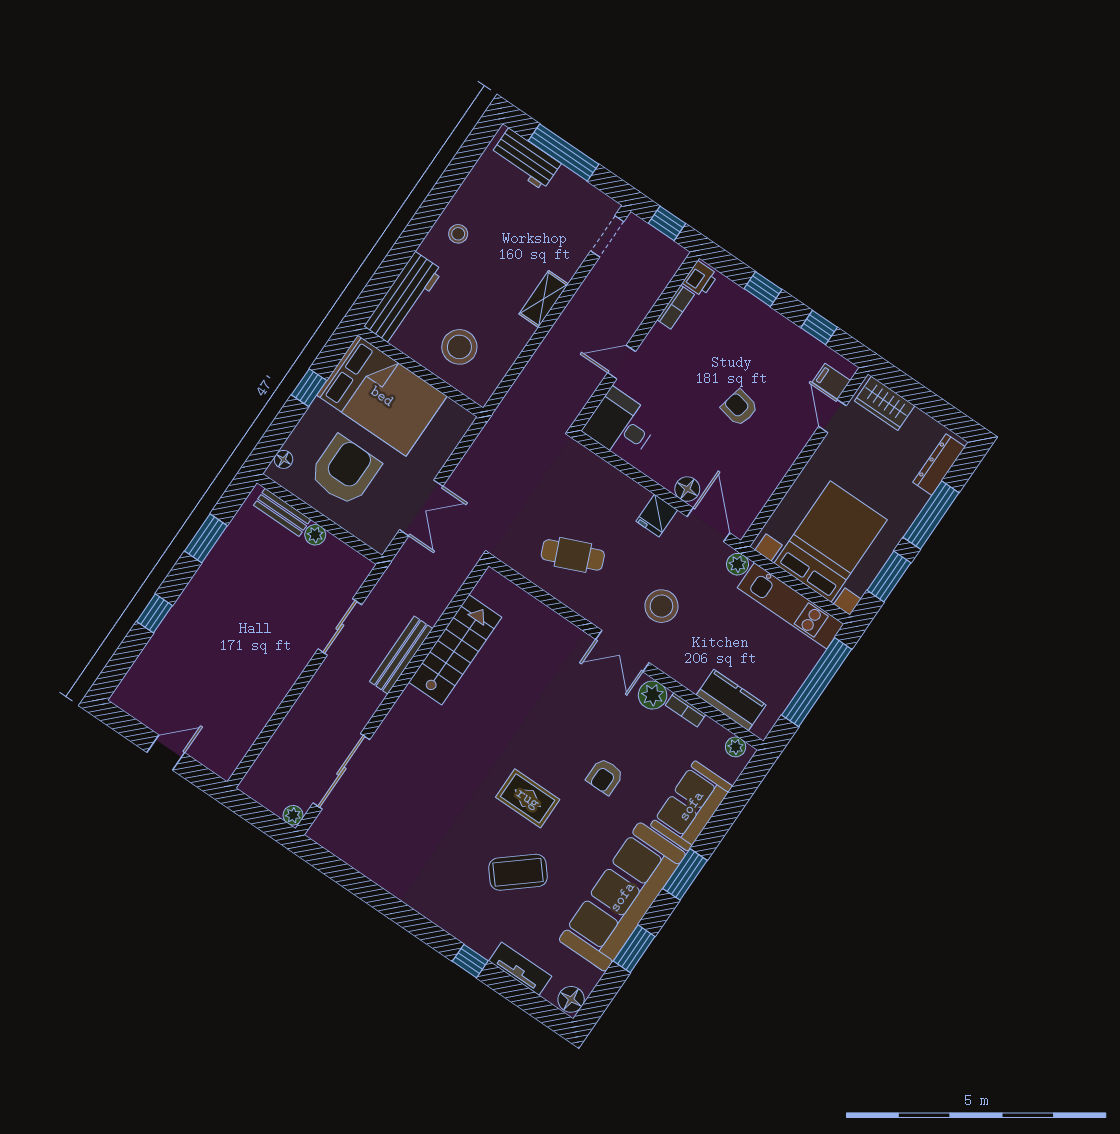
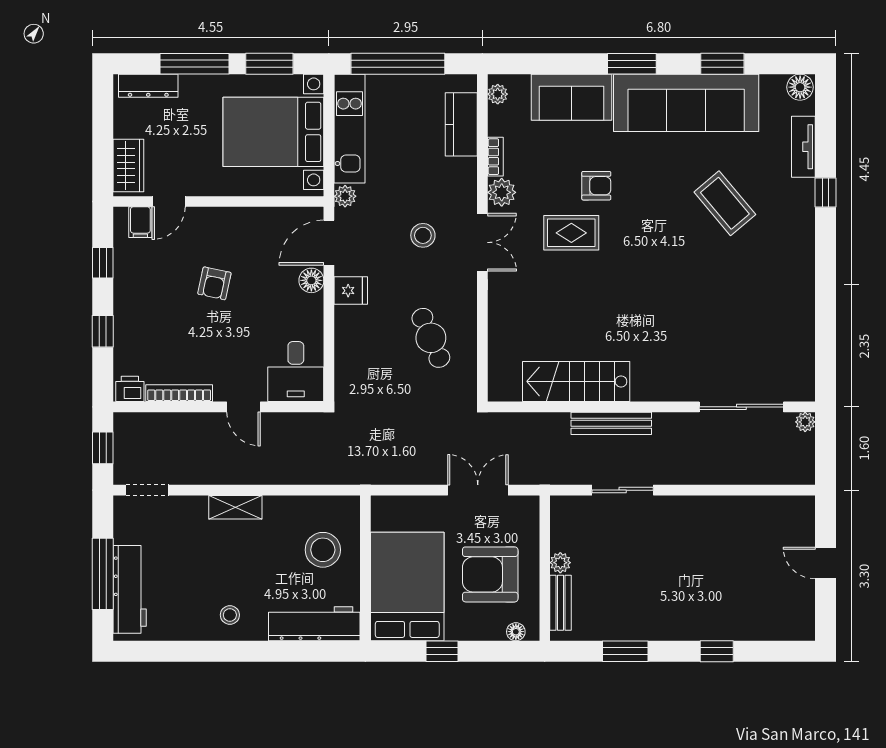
workbench: (526, 159) -> (130, 589), width x1.38
bookcase: (676, 307) -> (179, 393), width x1.56
stool: (661, 606) -> (423, 235), width x0.73, depth x0.73
rug: (528, 798) -> (571, 233), moved, turned 90

